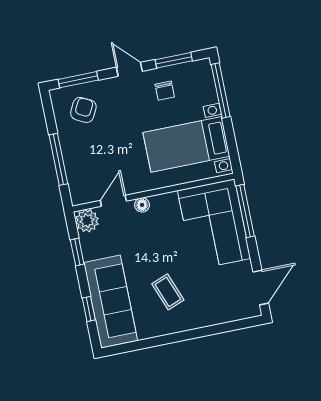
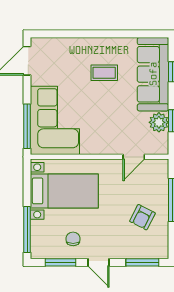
armchair: (83, 110) -> (142, 217), moved
floor lamp: (142, 205) -> (111, 149), removed
plant: (87, 221) -> (159, 122), moved
coffee table: (168, 292) -> (104, 73), turned -69

